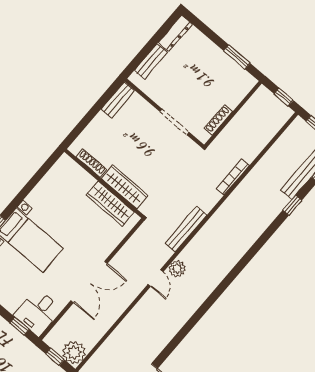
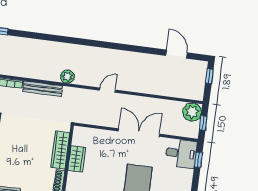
wardrobe: (110, 203) -> (77, 159), width x0.67
bench: (186, 229) -> (43, 89), moved
plant: (177, 269) -> (67, 77), moved

